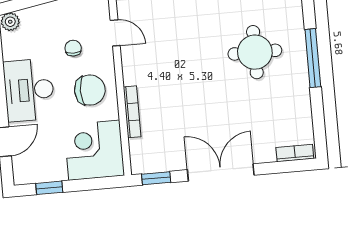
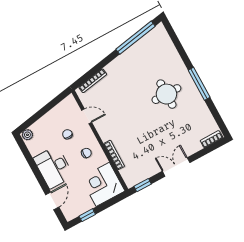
chair: (90, 90) -> (86, 153), width x0.54, depth x0.54
double door: (221, 172) -> (176, 167), width x0.73

